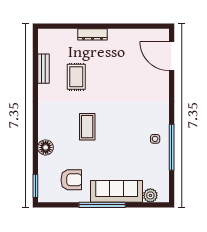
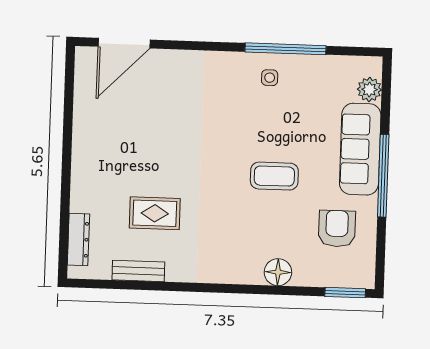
dresser: (92, 34) -> (78, 240), moved
coffee table: (87, 127) -> (274, 176), moved

